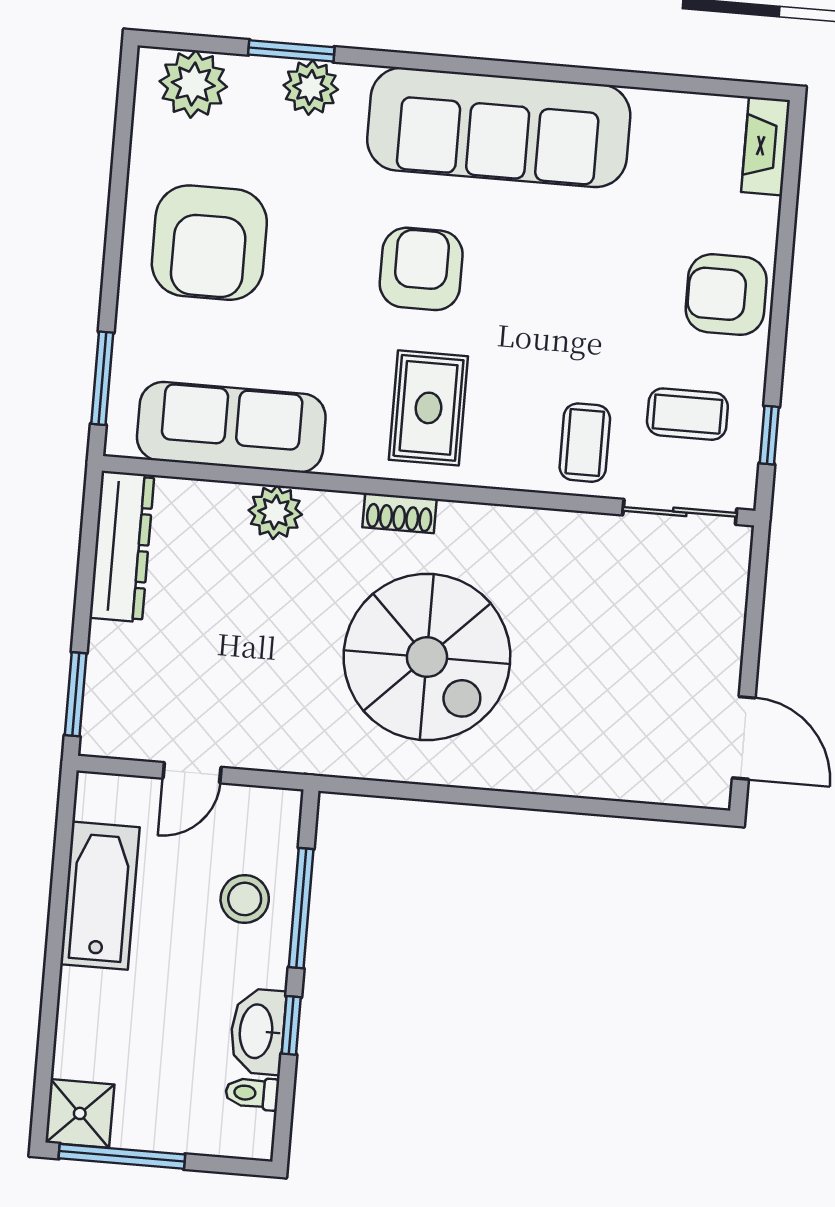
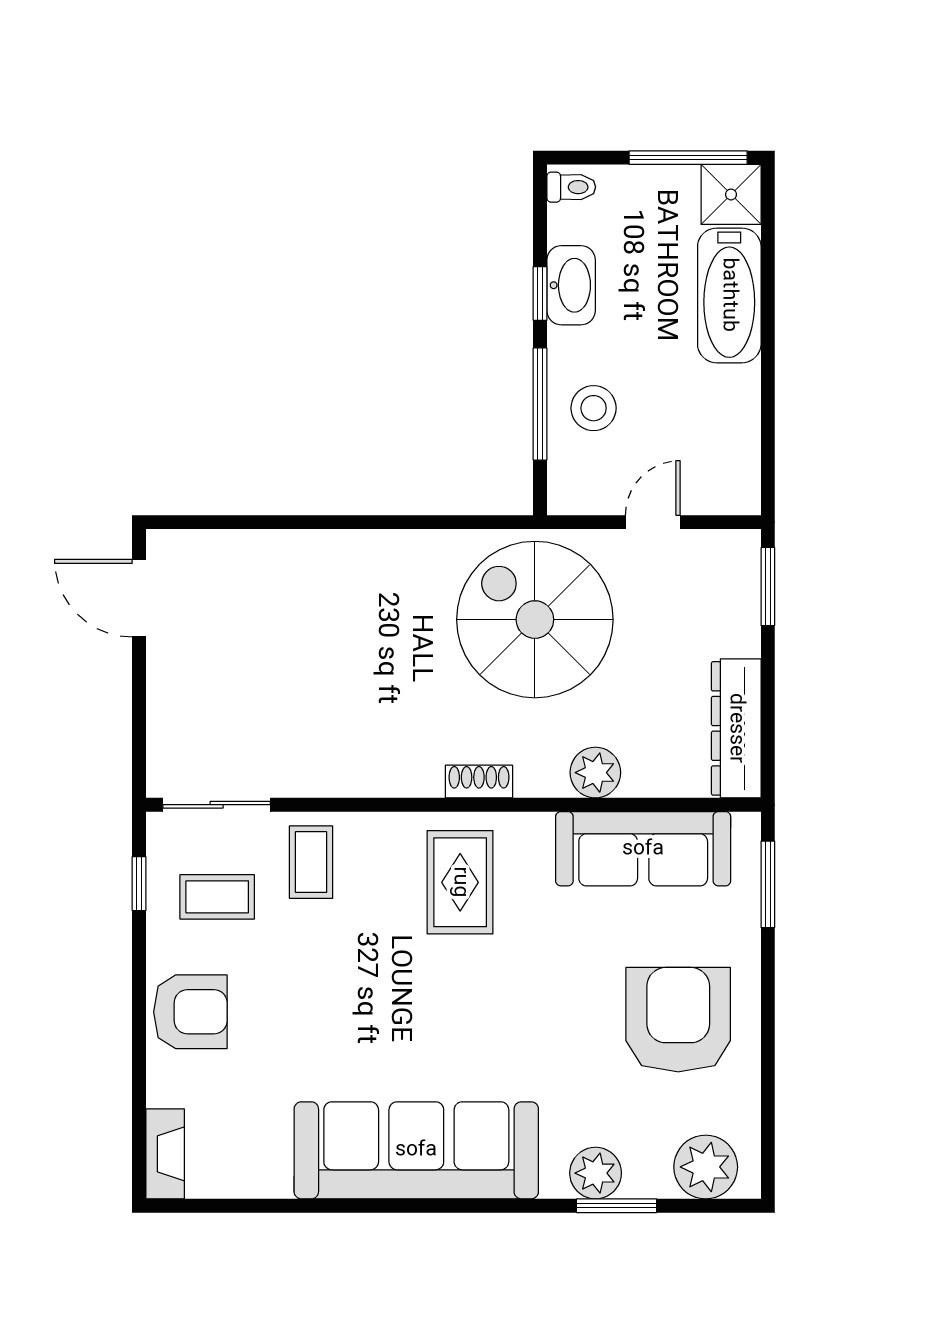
armchair: (421, 269) -> (478, 1012), removed
spiral stairs: (427, 657) -> (535, 620), moved
bathtub: (100, 896) -> (729, 295), moved
toilet: (252, 1093) -> (571, 187), moved

